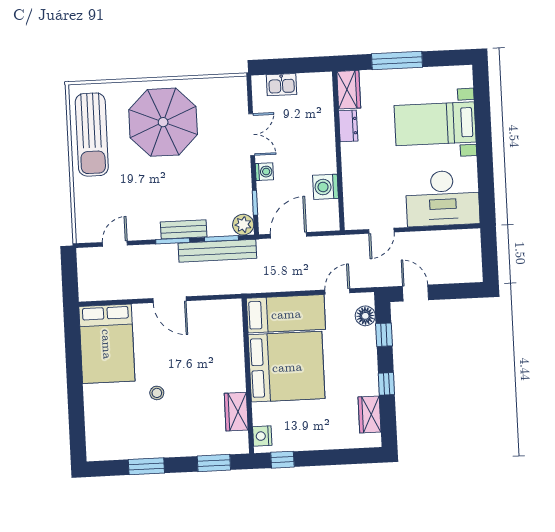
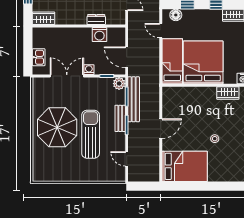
dresser: (348, 126) -> (96, 20), moved
sun lounger: (92, 135) -> (91, 134), moved, turned -90
double door: (252, 135) -> (67, 76), width x1.37

